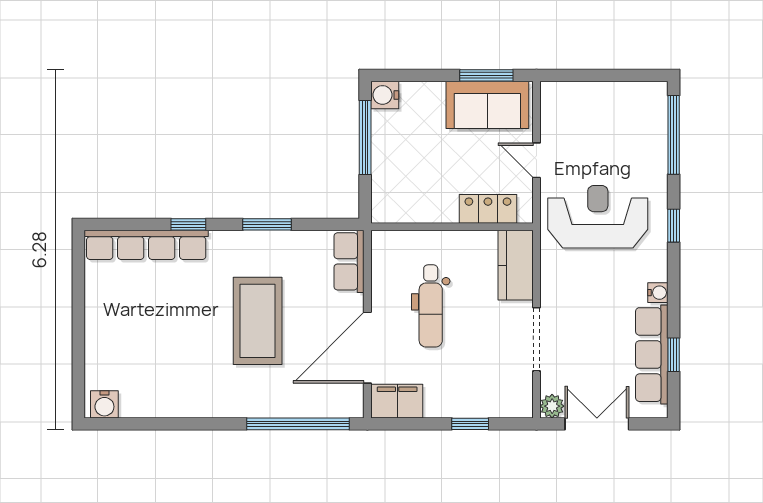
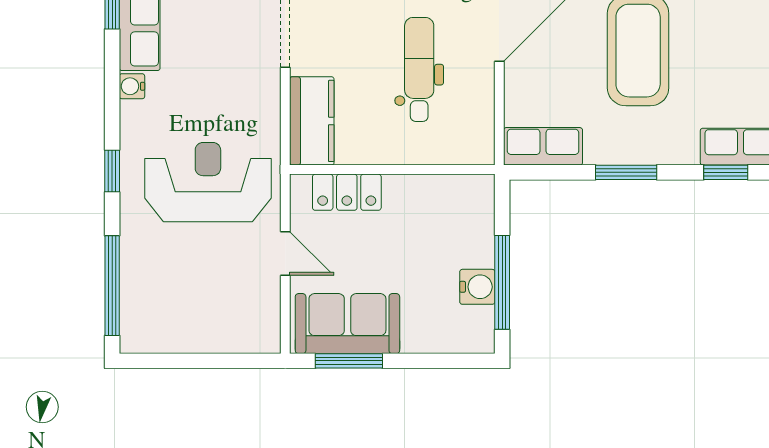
water cooler: (385, 95) -> (477, 287), moved
reception desk: (598, 217) -> (208, 182), turned 180
row of seats: (349, 261) -> (543, 146), moved, turned -90

